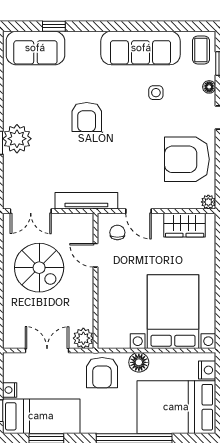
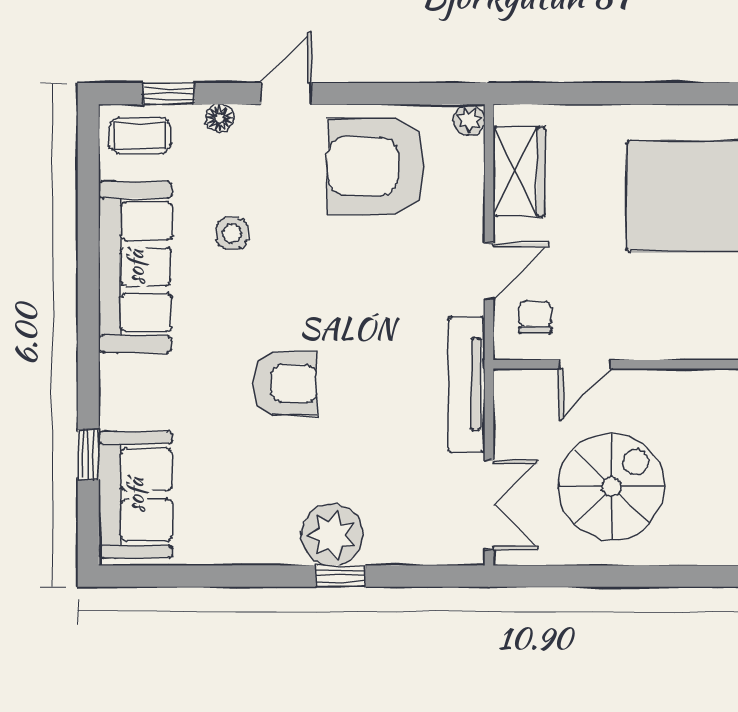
armchair: (187, 159) -> (377, 166), turned 90
chair: (117, 232) -> (535, 317), turned 90

